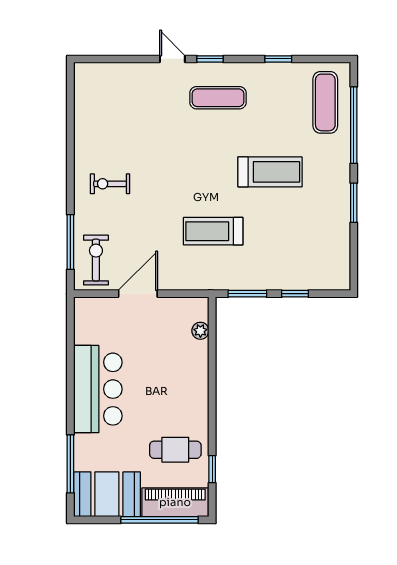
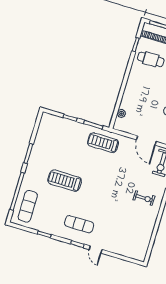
treadmill: (213, 231) -> (103, 143), moved, turned 180
door: (138, 294) -> (146, 141), hinge flipped

